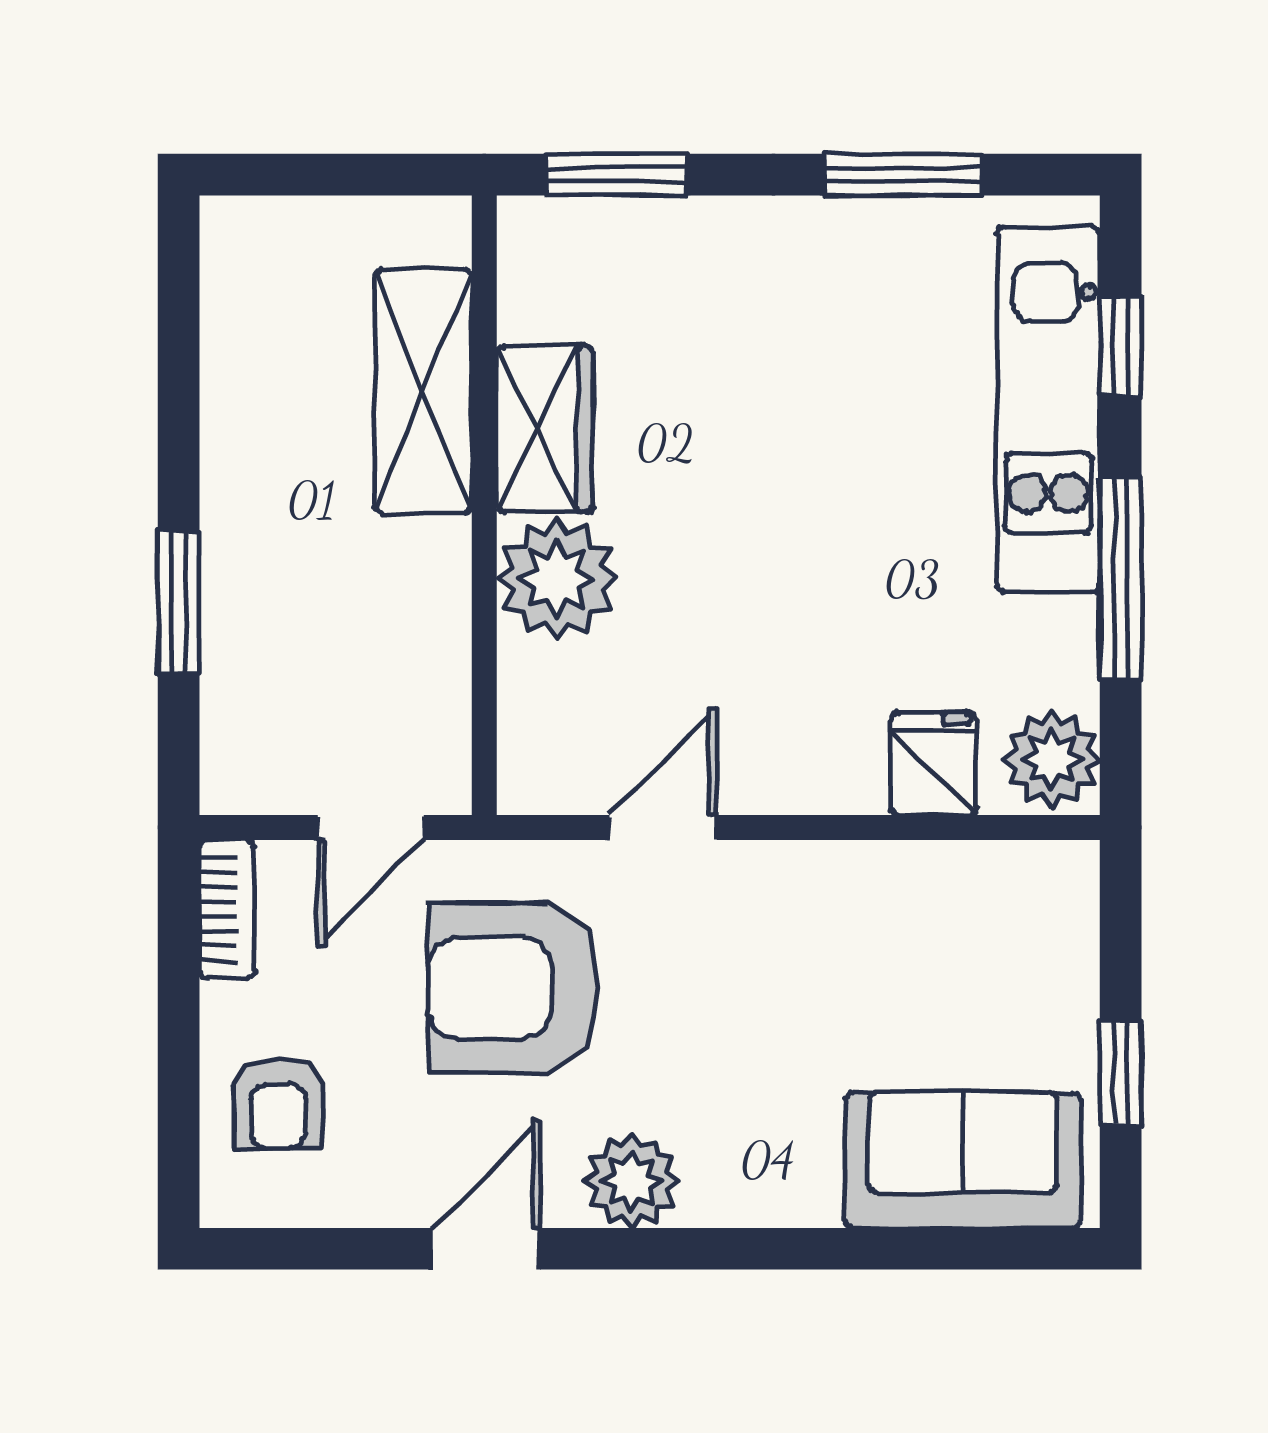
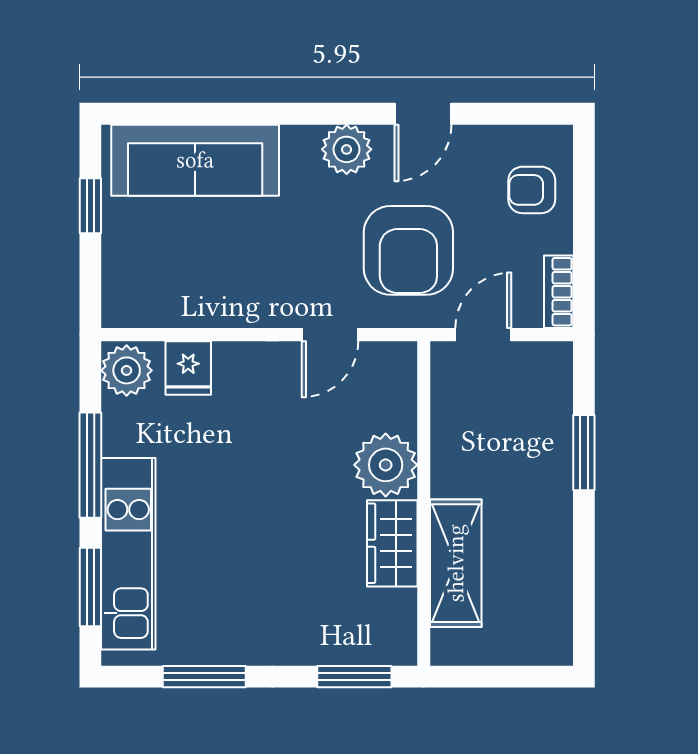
window: (1121, 346) -> (90, 587), width x1.50
armchair: (514, 988) -> (408, 250), turned 90
armchair: (278, 1104) -> (532, 190), turned -90
sofa: (963, 1160) -> (195, 160), width x1.36

